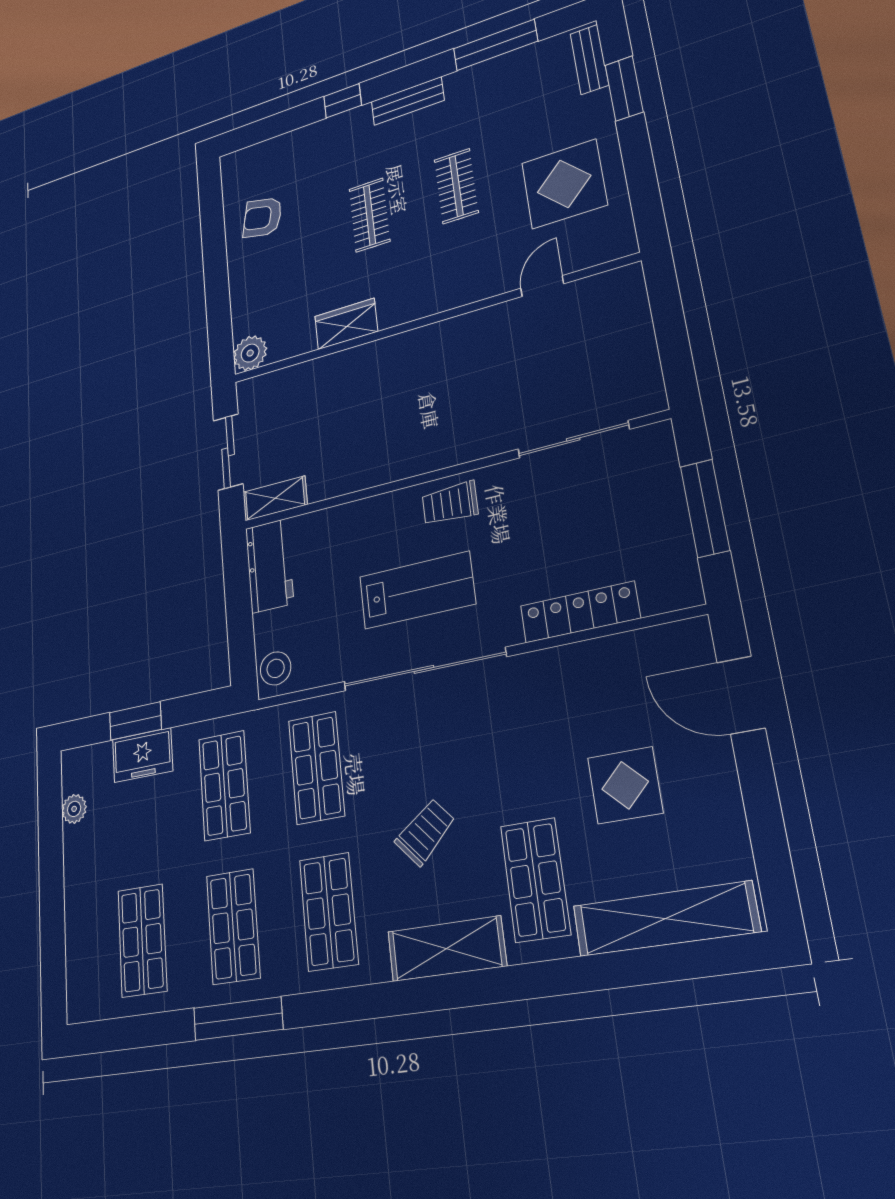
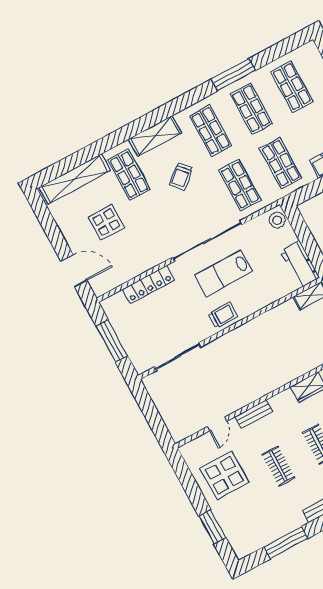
bench: (589, 59) -> (254, 414), moved, turned 90

